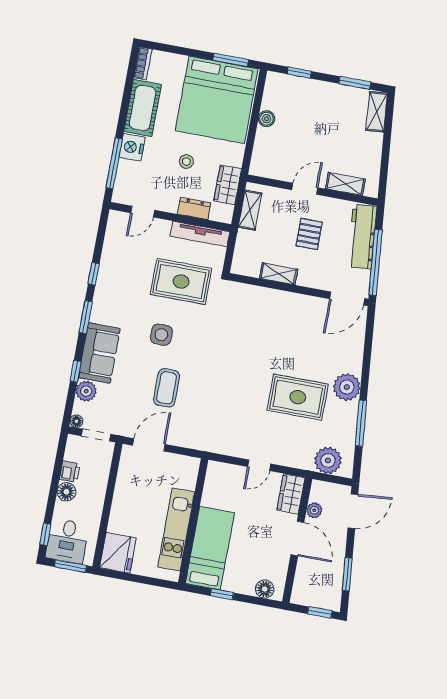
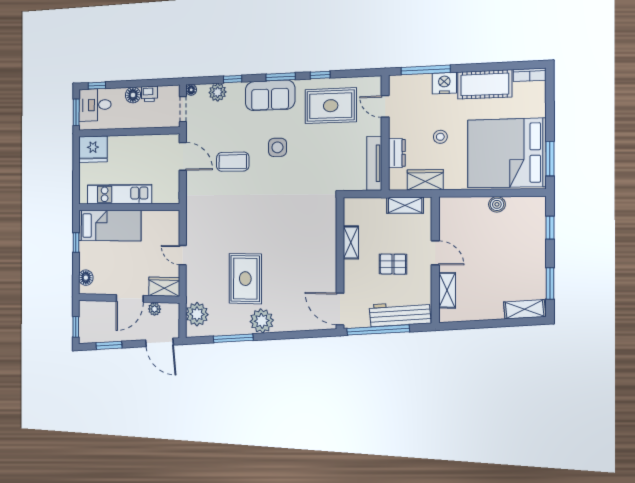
rug: (181, 281) -> (331, 106), moved, turned 90
sofa: (99, 353) -> (270, 95), moved

